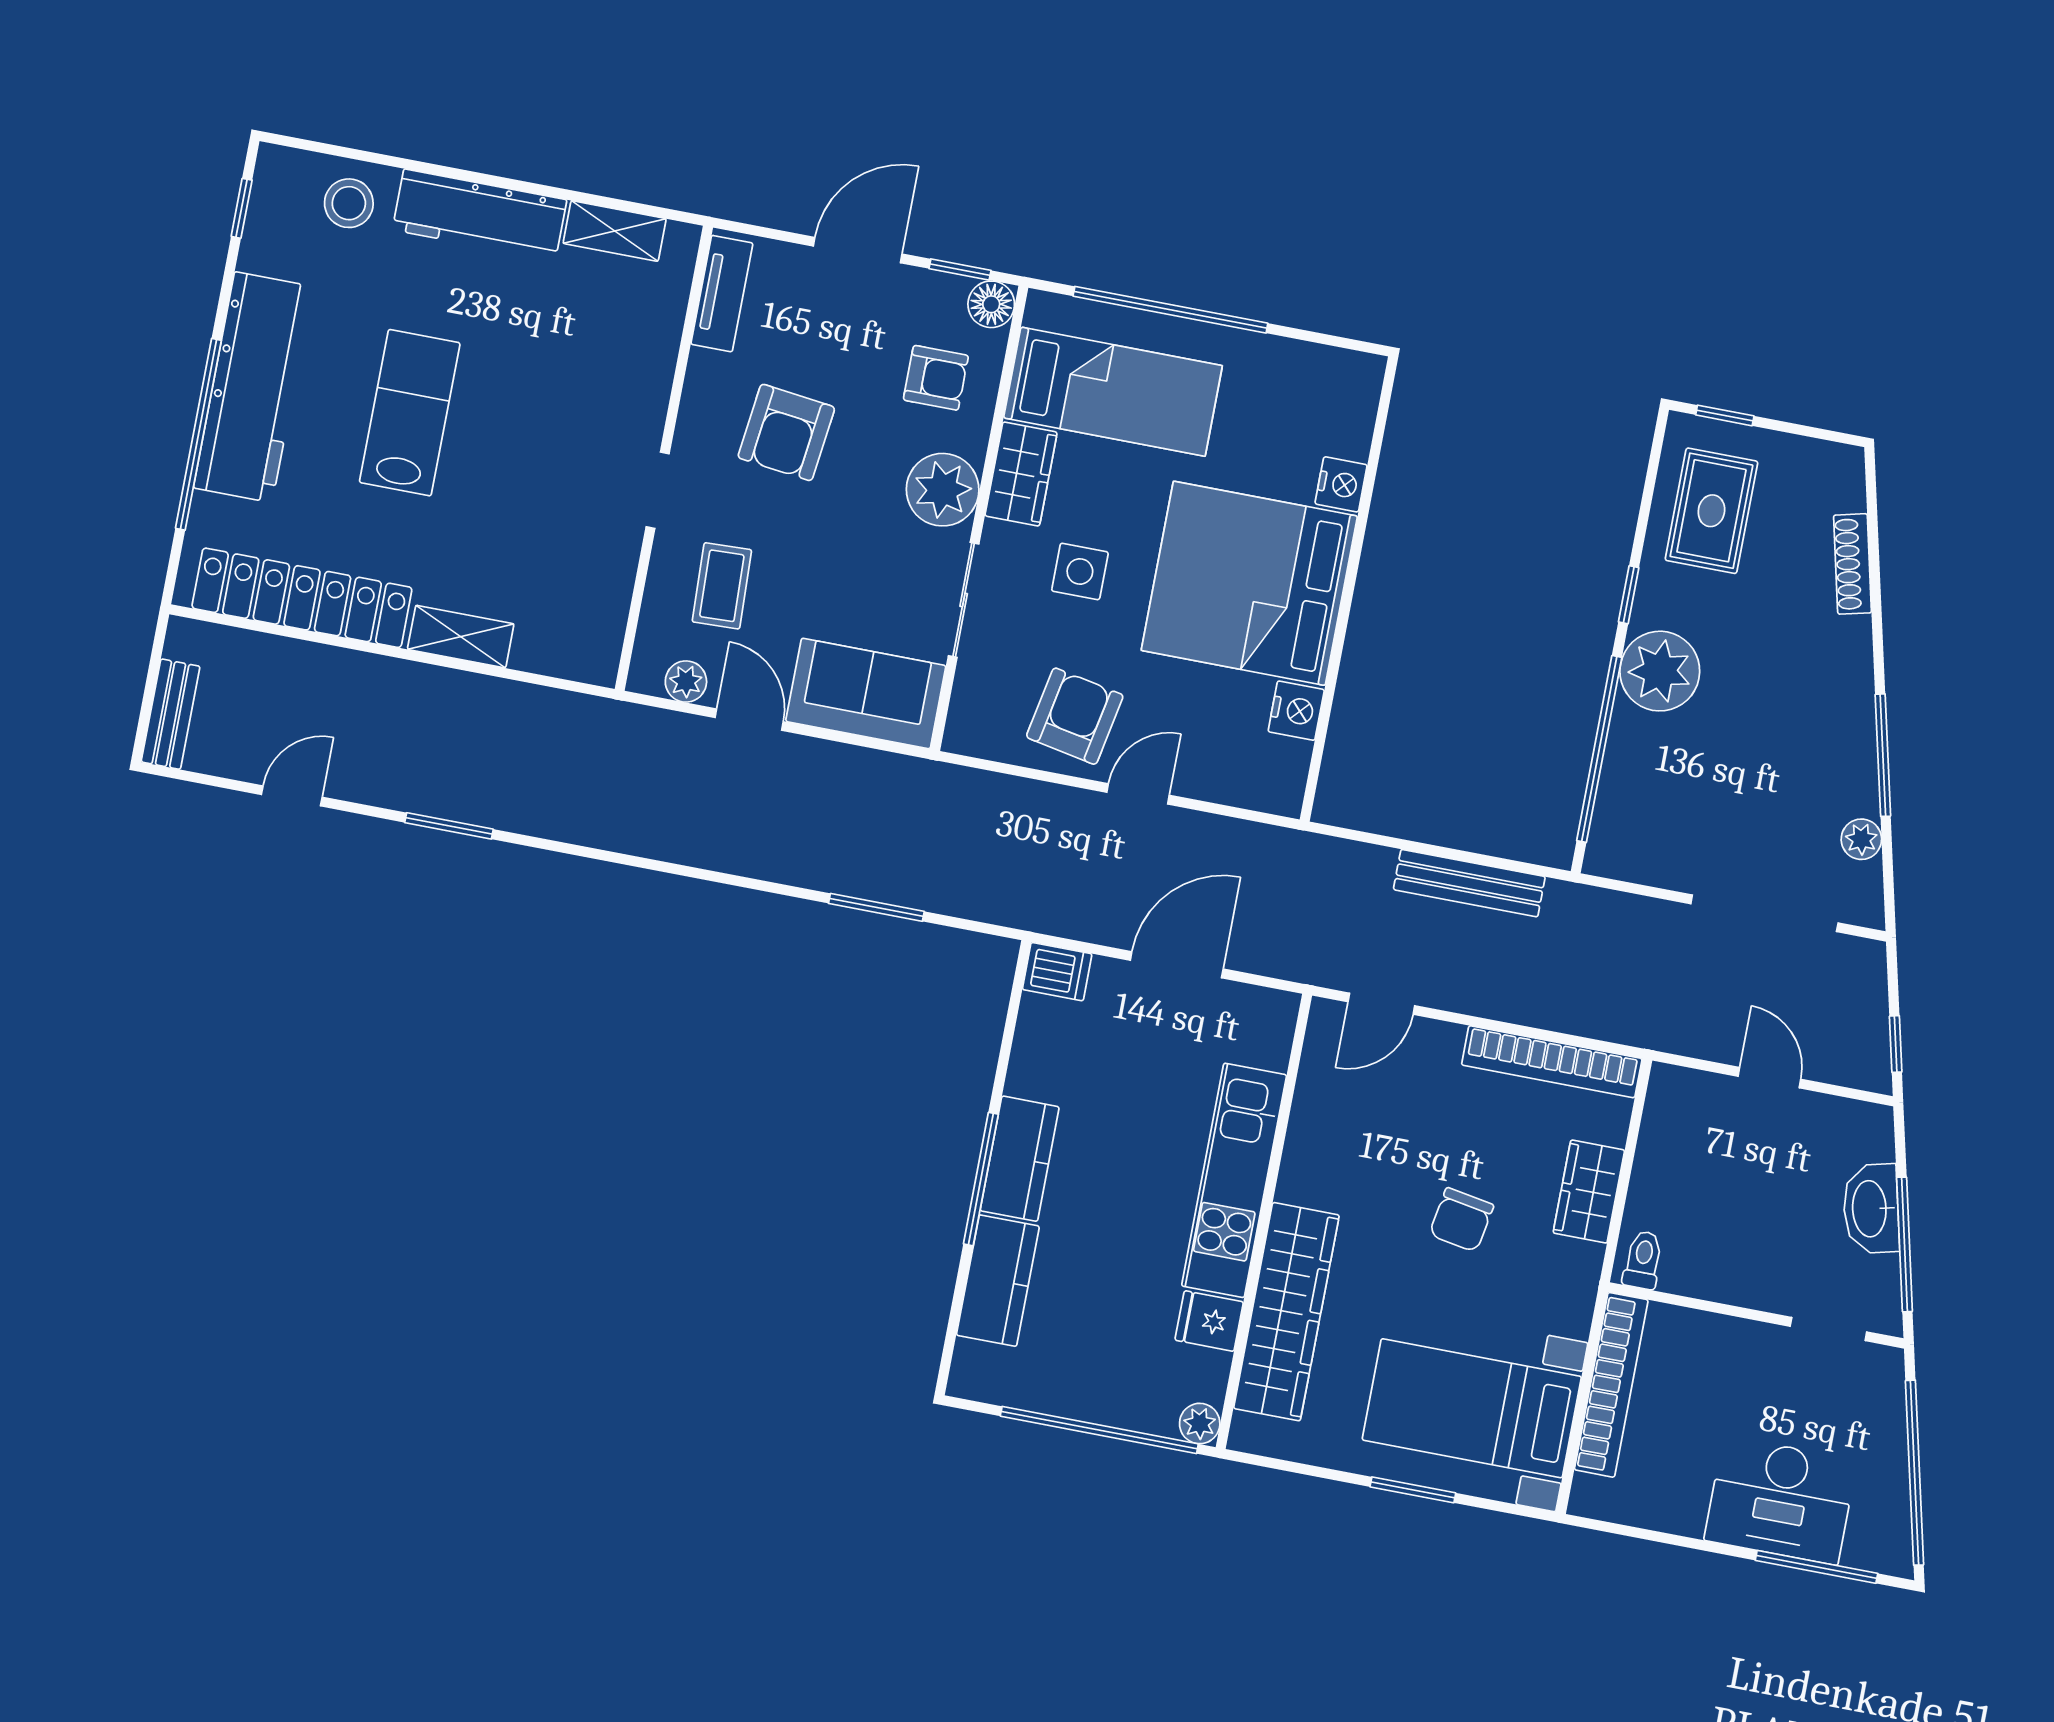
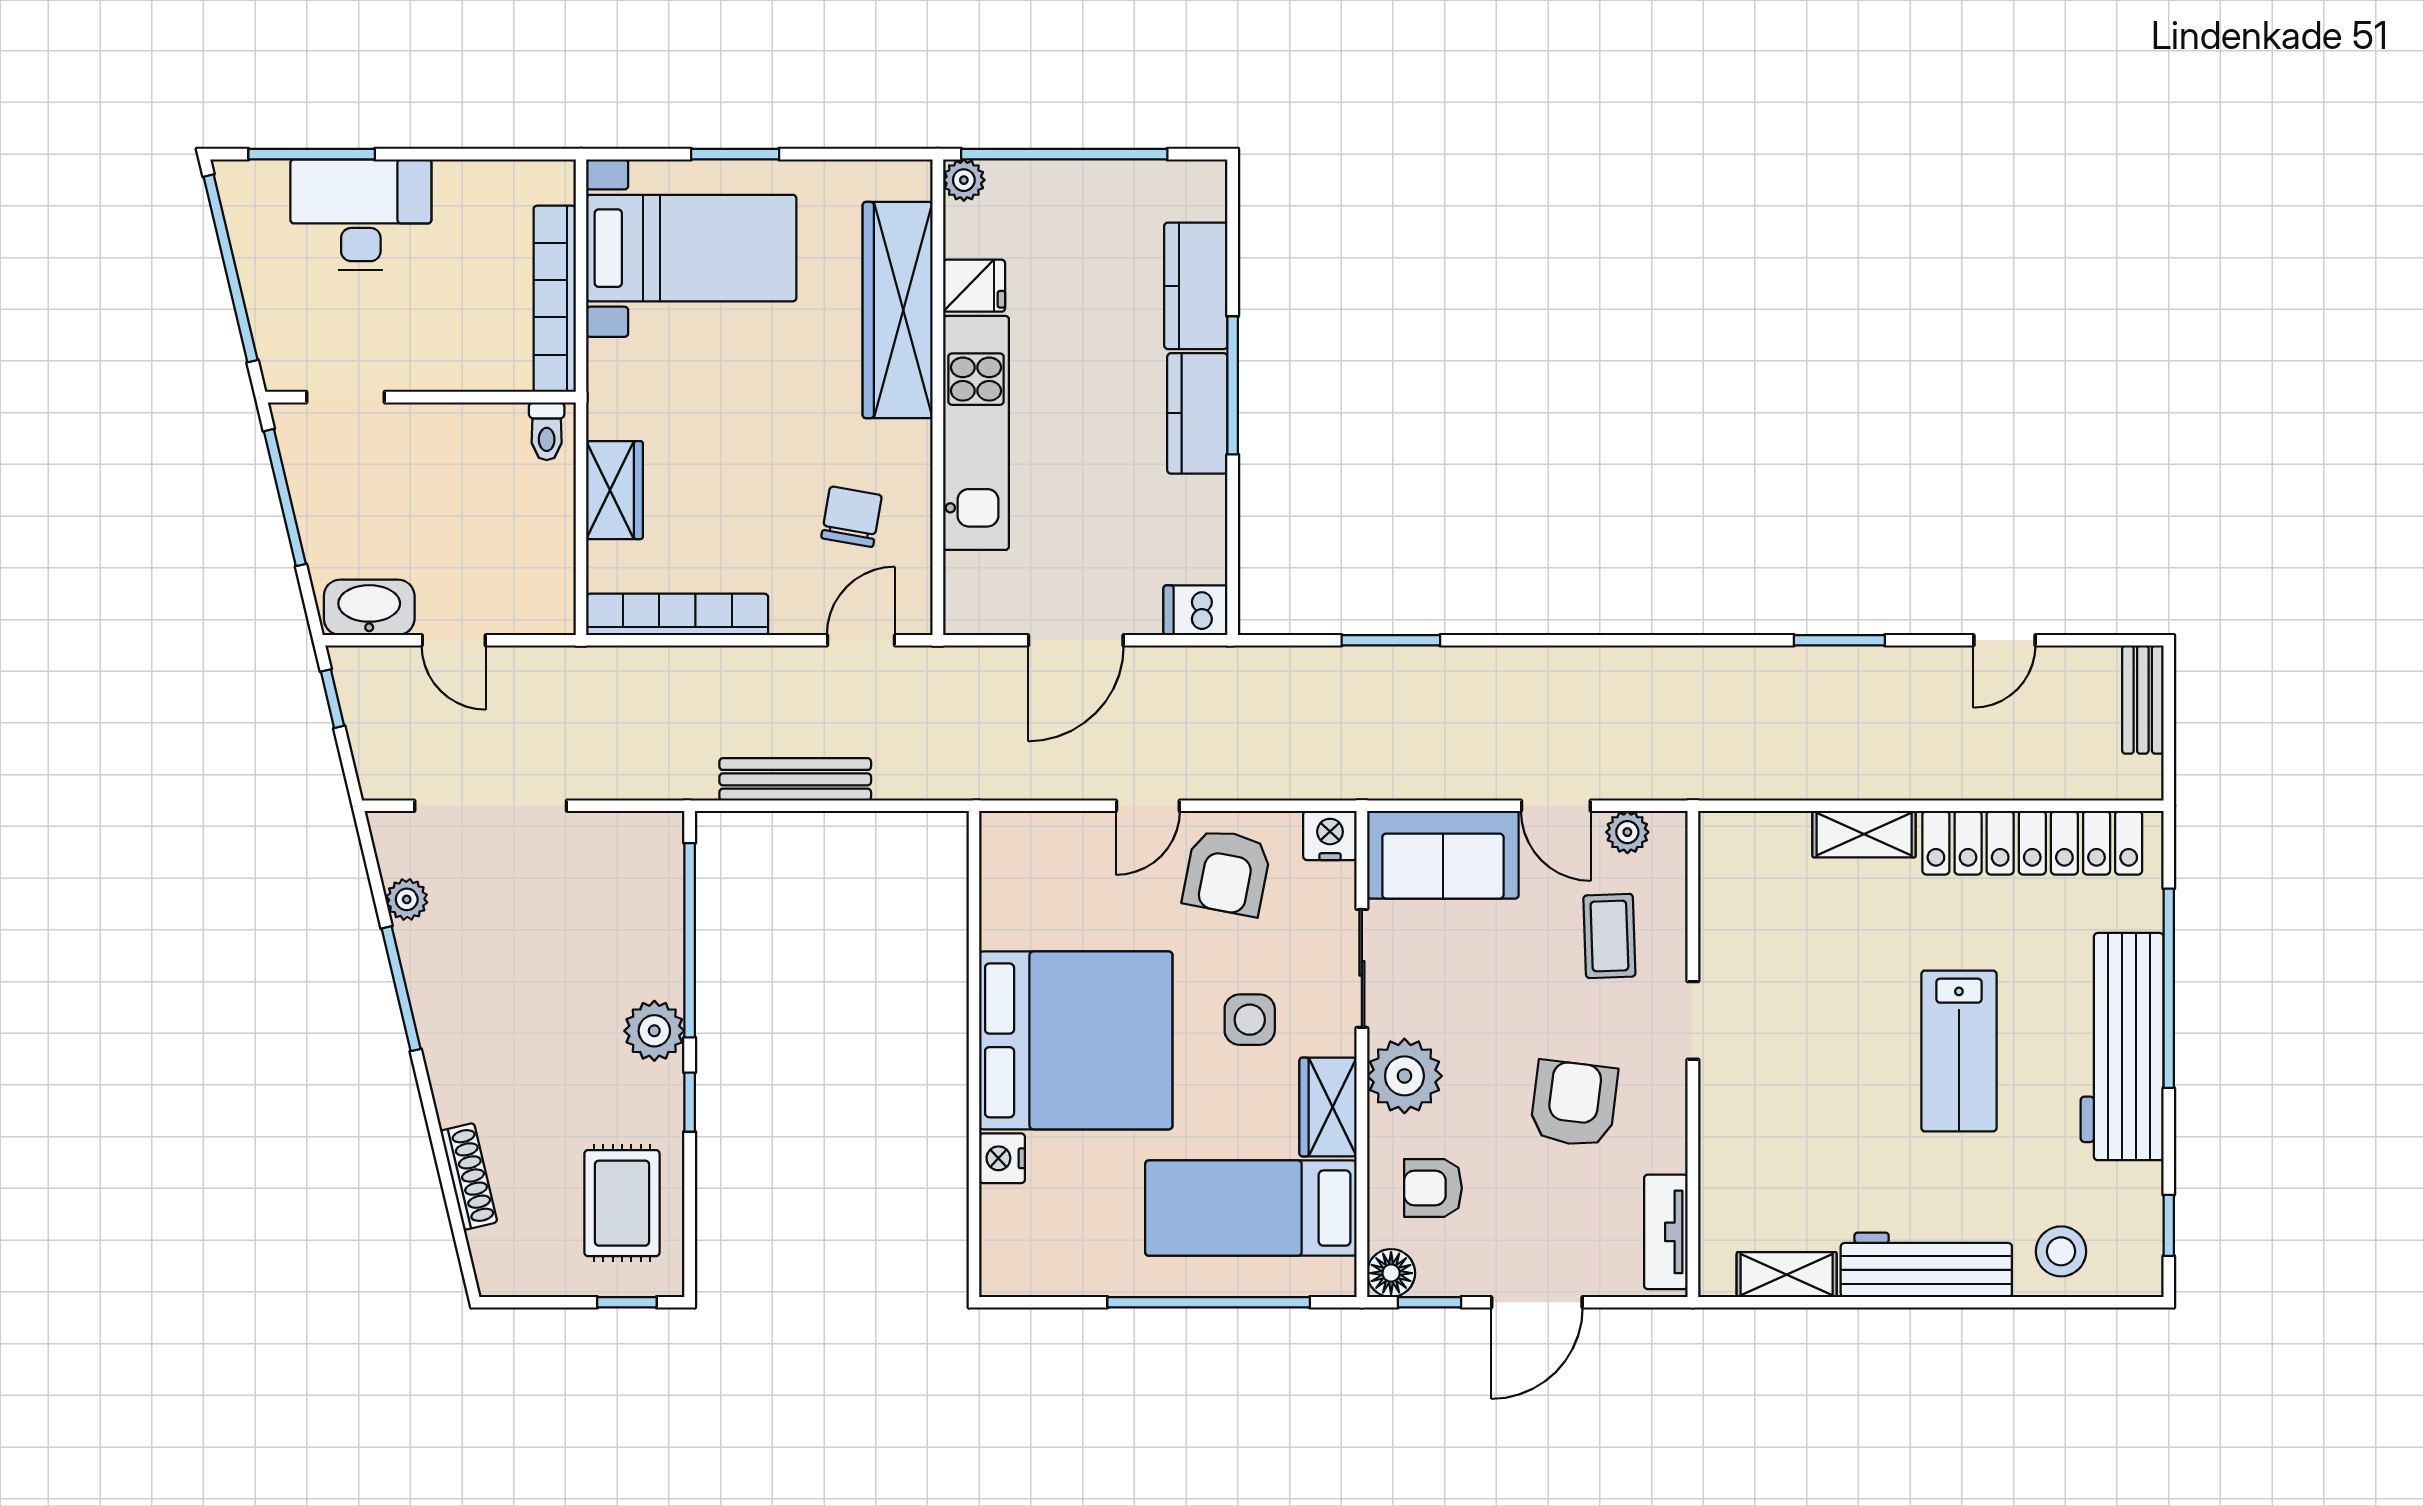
plant: (1660, 671) -> (654, 1031), width x0.73, depth x0.73
nightstand: (1296, 711) -> (1330, 836), moved, turned 90
washbasin: (1871, 1209) -> (369, 607), moved, turned -77
chair: (1461, 1220) -> (852, 517), moved

